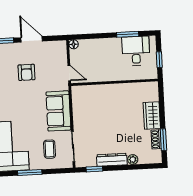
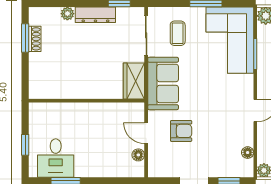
floor lamp: (74, 44) -> (138, 155), moved
armchair: (26, 72) -> (181, 131), moved, turned 90
wall: (114, 82) -> (86, 101), moved
wardrobe: (152, 115) -> (134, 81), moved, turned 180

